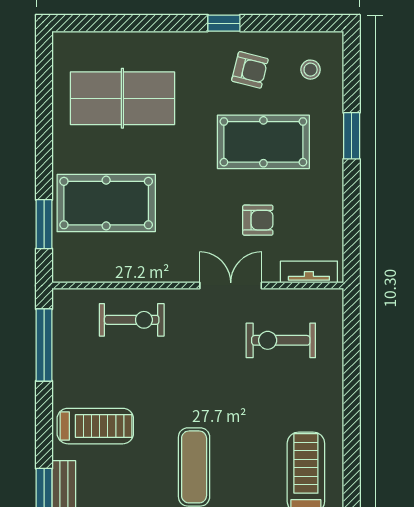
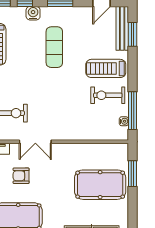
exercise bike: (132, 320) -> (108, 95), moved
water cooler: (61, 325) -> (124, 121), added

